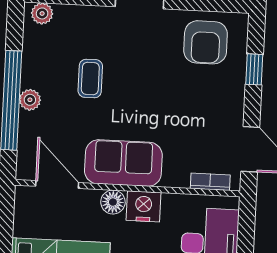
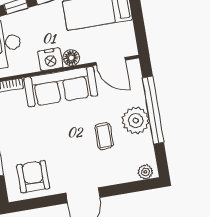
plant: (30, 100) -> (136, 121), width x1.88, depth x1.88
sofa: (123, 163) -> (61, 87), width x1.36

